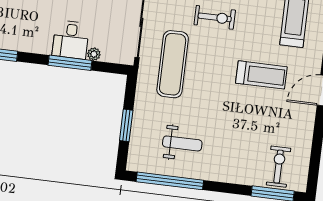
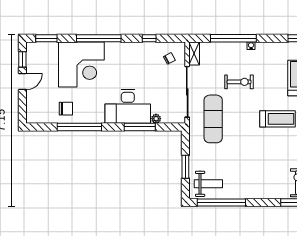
desk: (71, 40) -> (128, 106), width x1.87, depth x1.30
weight bench: (182, 143) -> (208, 184), moved

